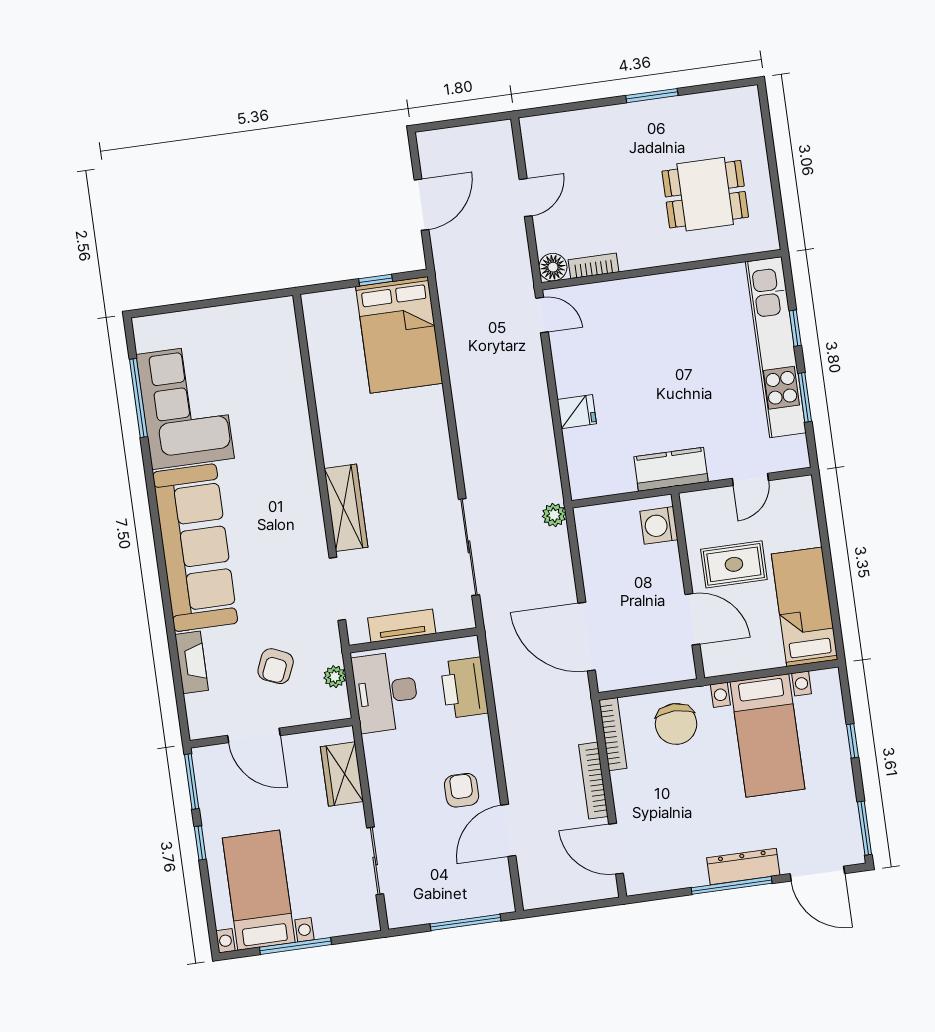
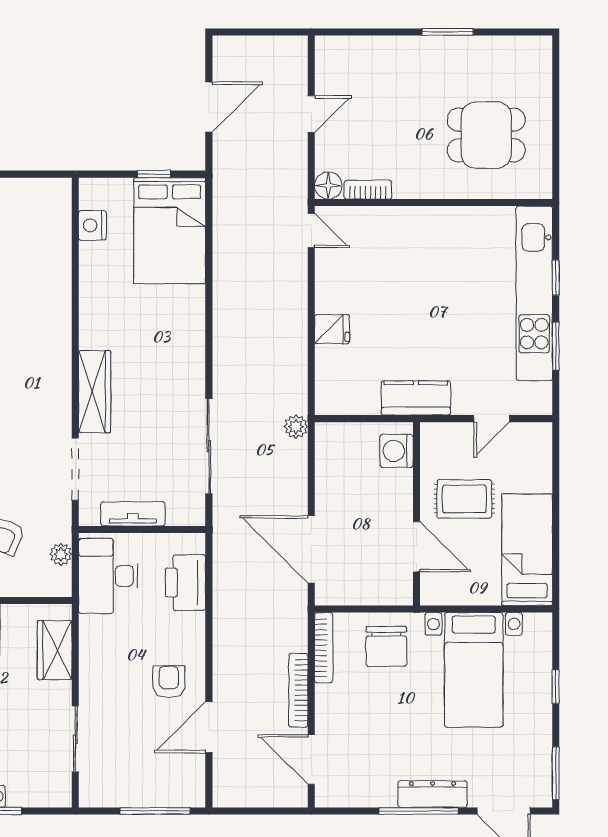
nightstand: (321, 340) -> (92, 225), added

